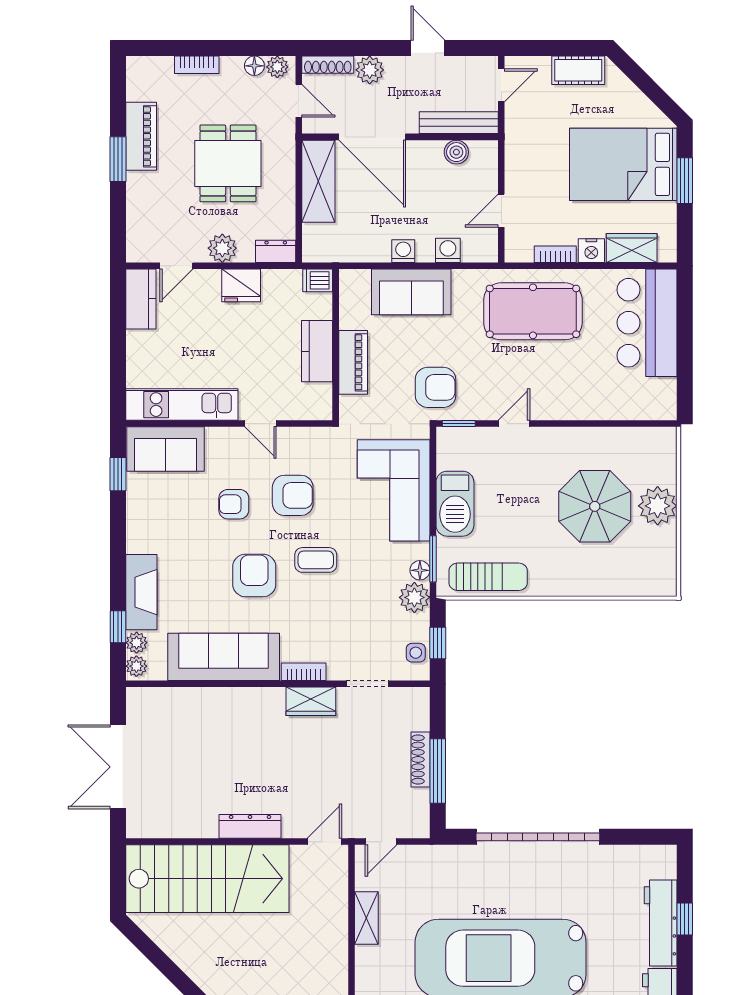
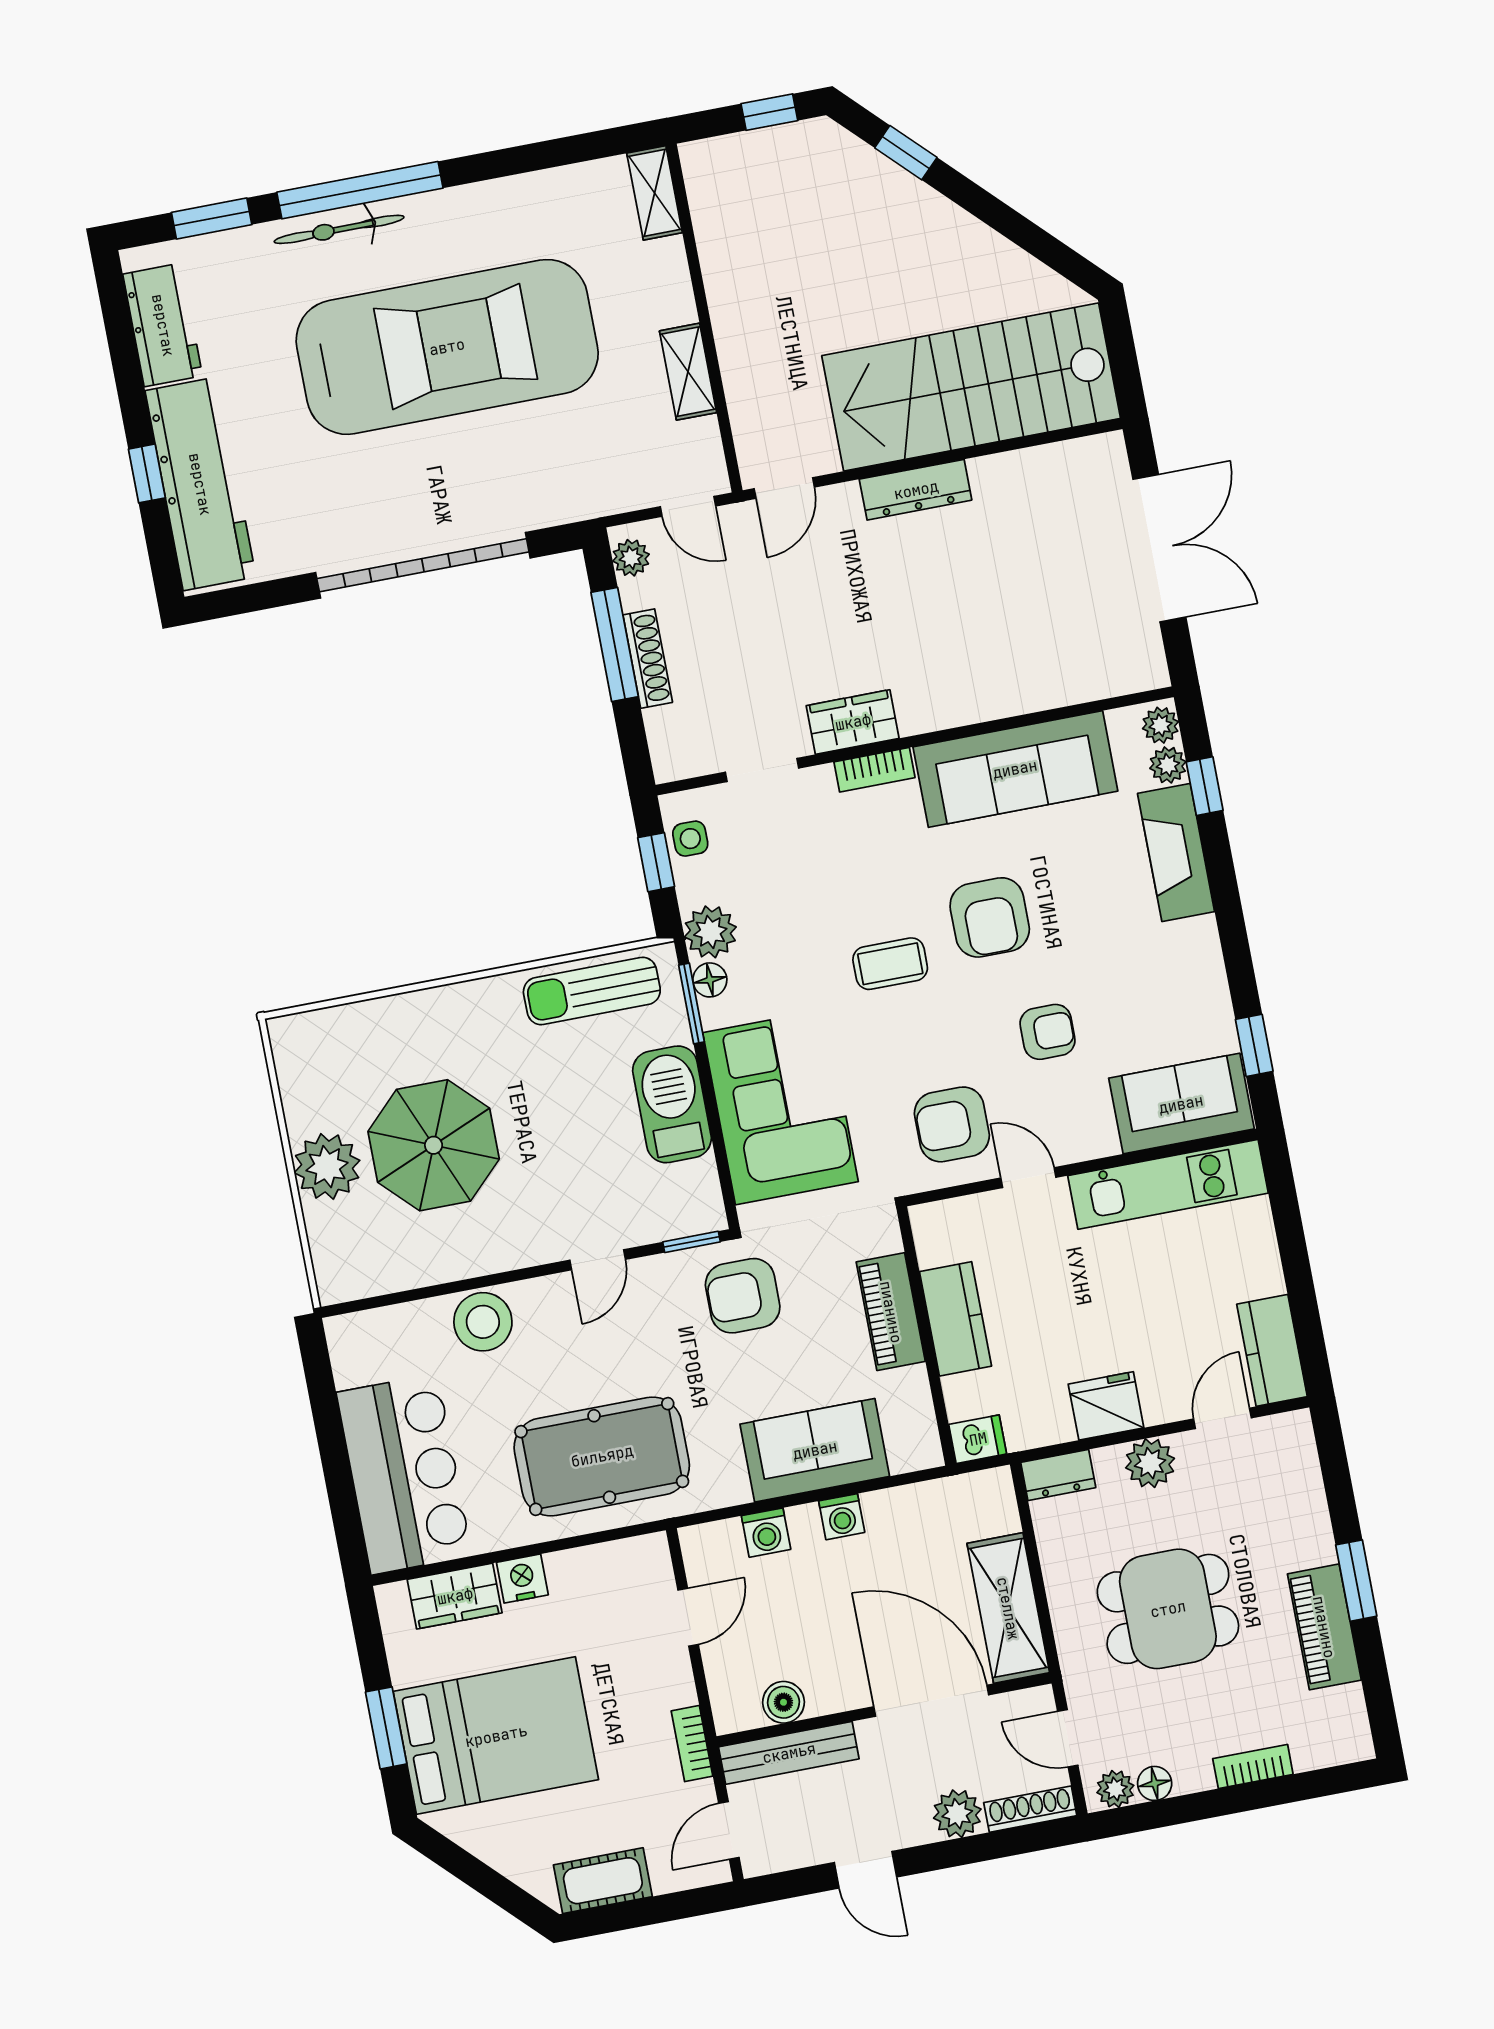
dining table: (228, 163) -> (1168, 1609), turned 90
bookcase: (555, 254) -> (692, 1743), moved, turned 90
stool: (586, 401) -> (483, 1322), added
armchair: (293, 495) -> (952, 1124), moved
plant: (419, 819) -> (631, 558), added
door: (381, 842) -> (688, 506), swing flipped
workbench: (661, 923) -> (200, 484), width x1.36, depth x1.32

